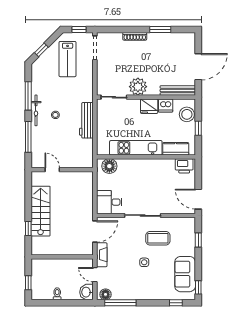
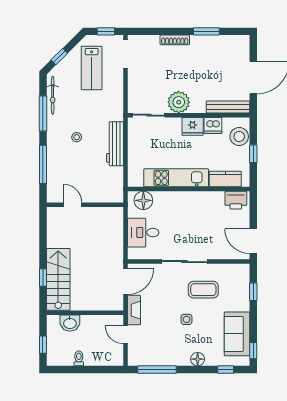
bicycle: (36, 110) -> (53, 95), moved
desk: (109, 202) -> (143, 233), moved
stairs: (41, 211) -> (58, 279), moved
washbasin: (86, 292) -> (70, 323), moved, turned -90
floor lamp: (106, 294) -> (198, 359), moved

